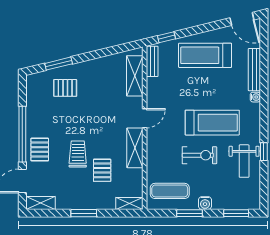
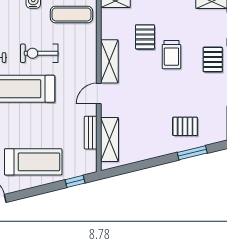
bench: (152, 61) -> (91, 133), moved

